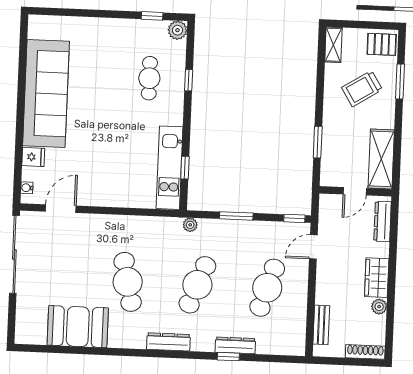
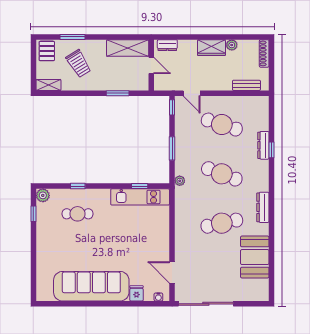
dresser: (383, 221) -> (167, 45), width x0.70
dresser: (168, 342) -> (263, 207), moved

